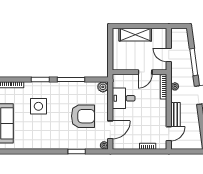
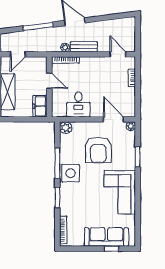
door: (169, 55) -> (18, 54), moved
freezer: (122, 64) -> (40, 106), added
side table: (38, 106) -> (71, 173), moved
bench: (176, 114) -> (84, 47), moved
armchair: (83, 116) -> (98, 150), turned 180
corner sofa: (45, 135) -> (120, 192), added

